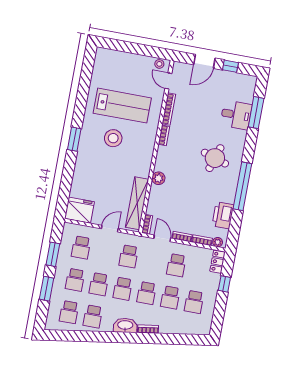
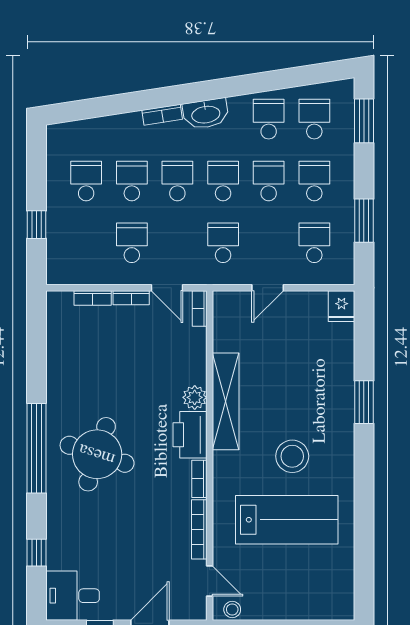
lab bench: (122, 106) -> (287, 520), turned 180
window: (256, 113) -> (36, 553), width x0.46
desk: (236, 115) -> (73, 596), moved
window: (74, 139) -> (364, 402), moved
round table: (215, 158) -> (97, 454), width x1.36, depth x1.36
window: (242, 186) -> (36, 448), moved
shelving: (137, 203) -> (226, 401), moved
fridge: (79, 210) -> (342, 306), width x0.53, depth x0.75
printer: (223, 215) -> (190, 435), moved, turned 180
plant: (218, 242) -> (63, 300), removed
locker: (217, 262) -> (57, 263), removed
window: (47, 289) -> (364, 121), moved

